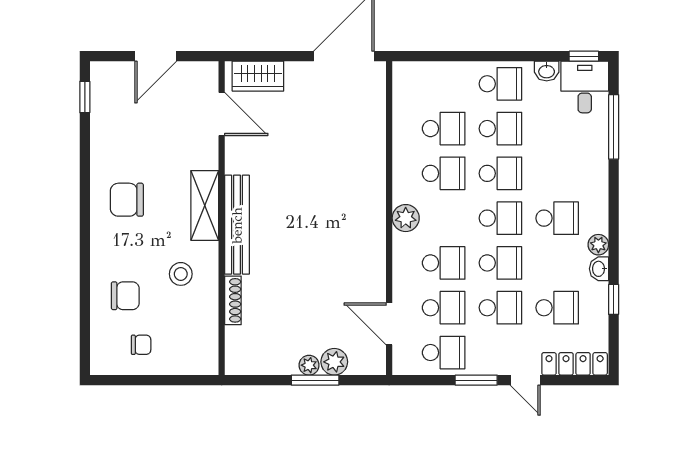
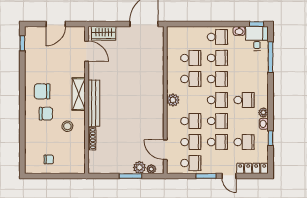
chair: (125, 296) -> (46, 114), moved
plant: (309, 365) -> (151, 169), moved

